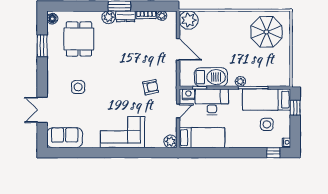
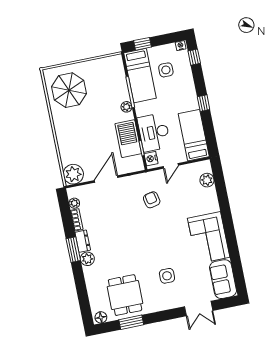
dining table: (79, 39) -> (125, 295), moved, turned 90
door: (178, 111) -> (171, 166), swing flipped
corner sofa: (122, 132) -> (209, 238), moved
plant: (170, 141) -> (207, 180), moved
window: (229, 153) -> (204, 103), added

